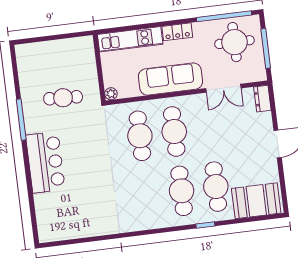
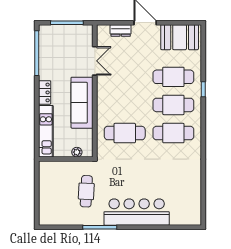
round table: (234, 42) -> (59, 47), removed
plant: (111, 94) -> (77, 152), moved
dresser: (262, 99) -> (121, 30), moved
cafe table: (174, 132) -> (173, 133), moved
bar counter: (45, 162) -> (137, 212), width x1.36
booth: (256, 201) -> (180, 37), moved, turned 90

